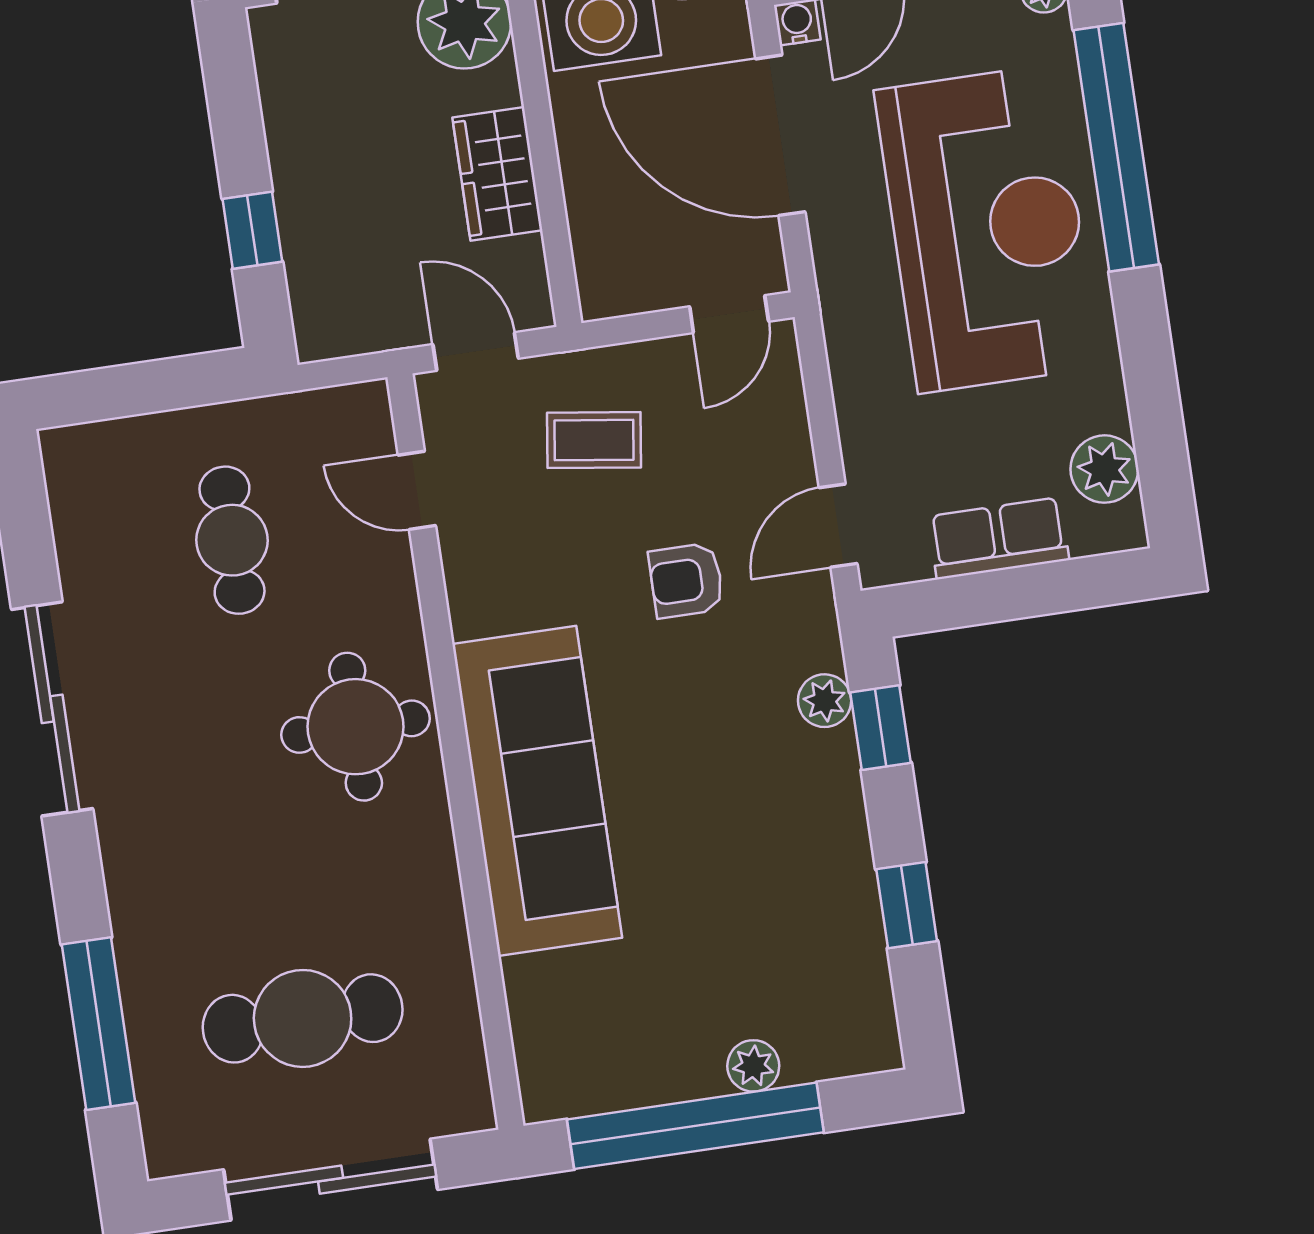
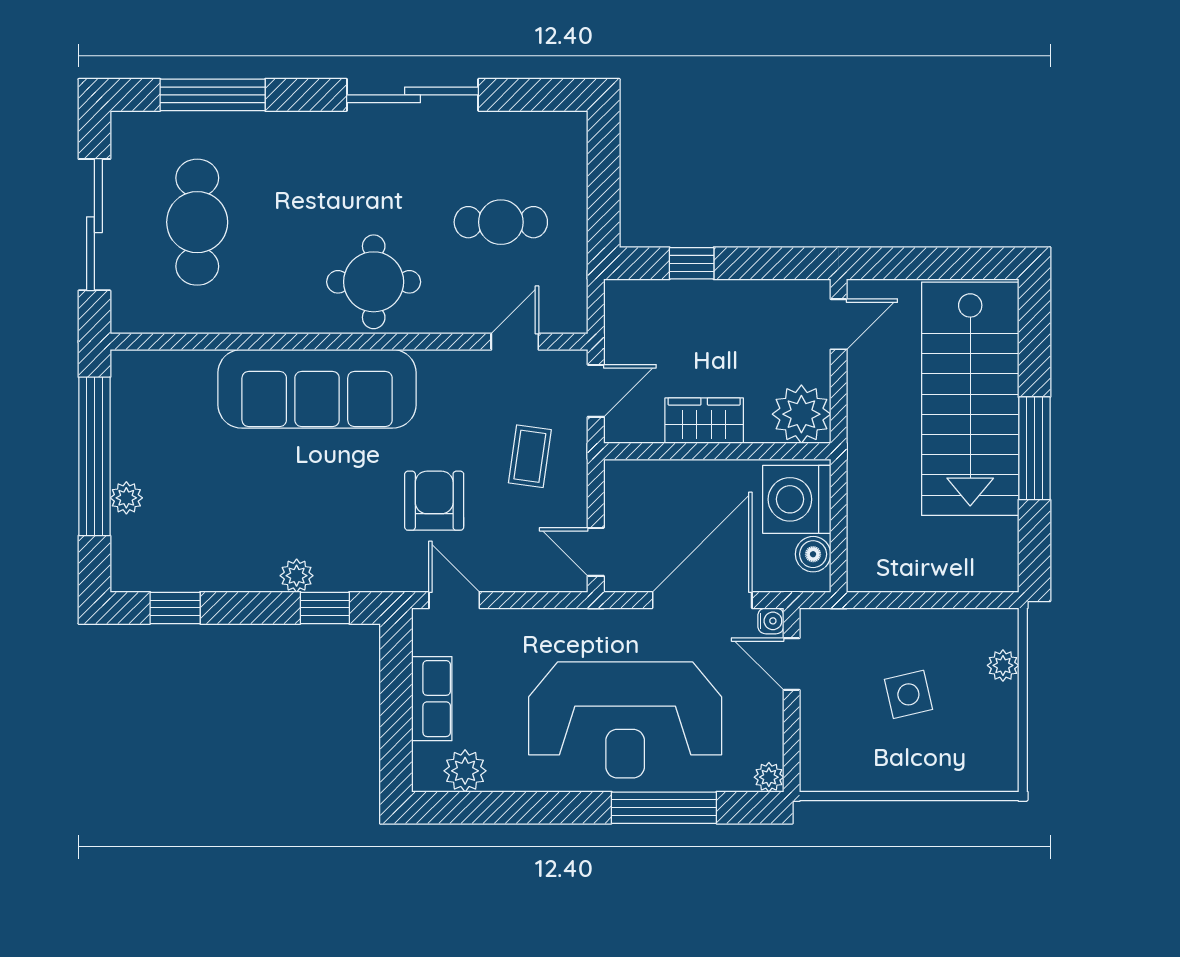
window: (1116, 147) -> (664, 808), width x0.68
armchair: (686, 580) -> (434, 501), width x1.38, depth x1.38
plant: (825, 701) -> (297, 576), moved
window: (907, 905) -> (175, 608), moved

